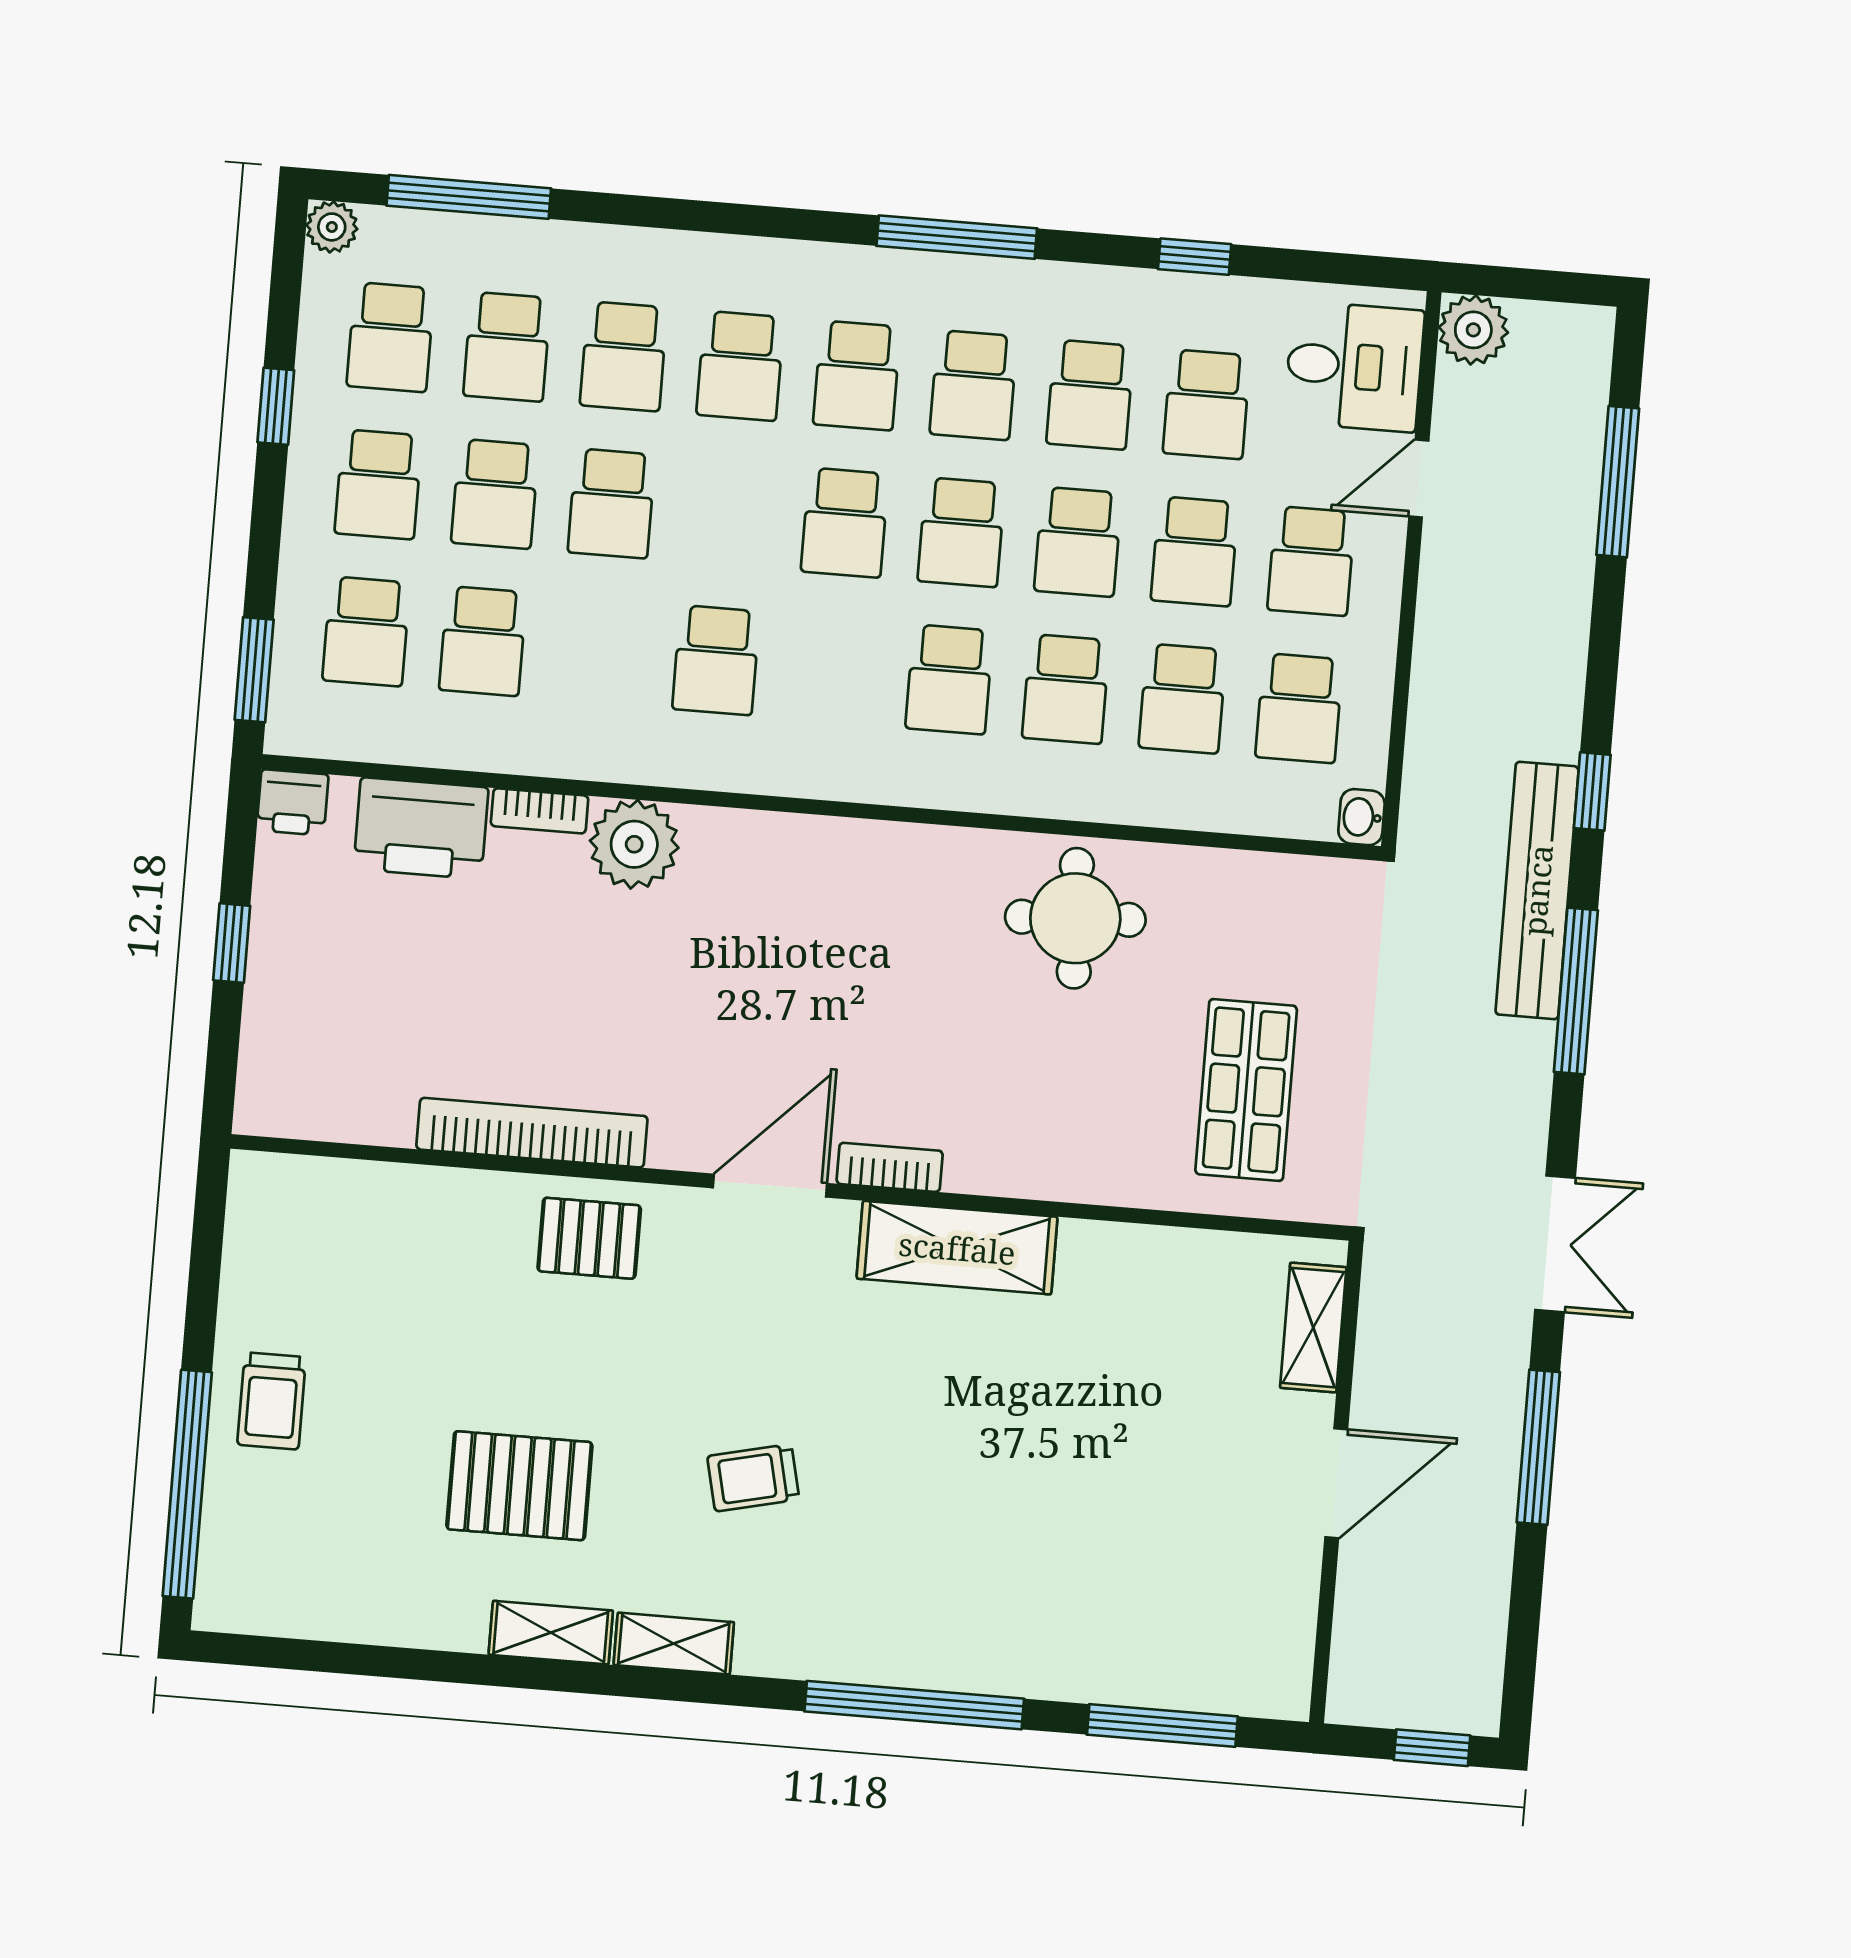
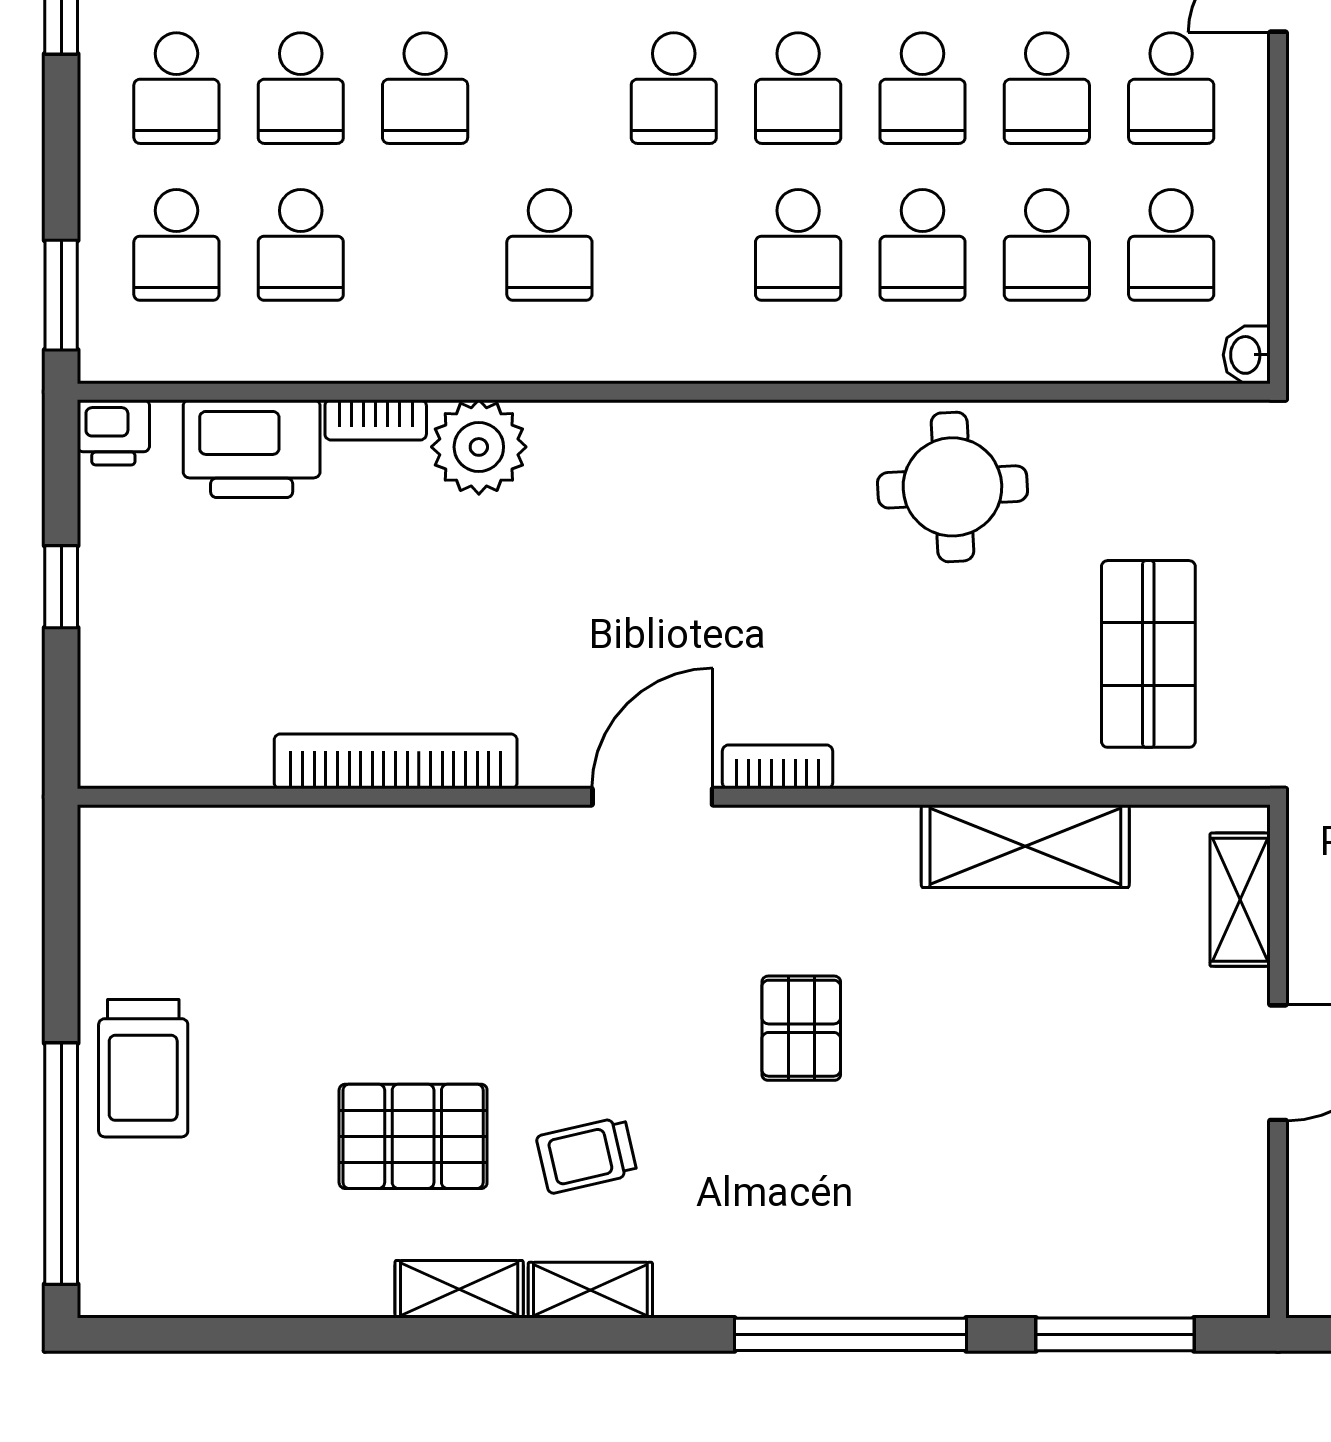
pallet: (589, 1238) -> (801, 1028), moved, turned 90
shelving: (957, 1248) -> (1025, 846), moved
trolley: (272, 1401) -> (143, 1068), width x1.36, depth x1.39
trolley: (753, 1478) -> (587, 1155), moved

